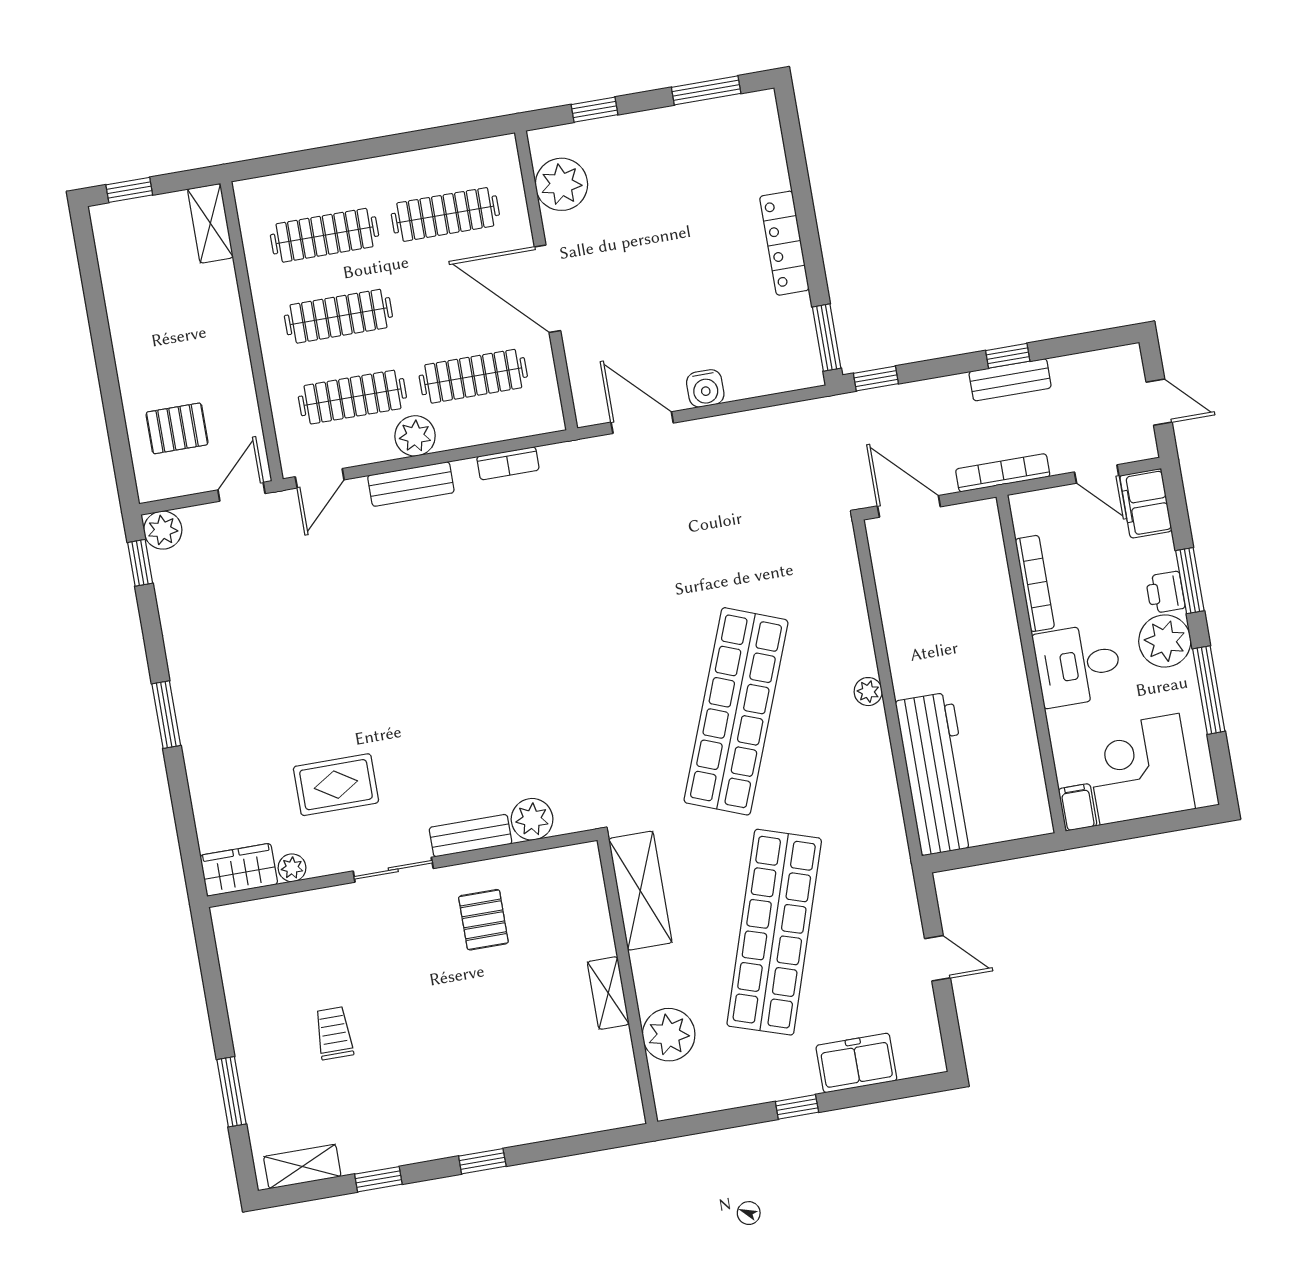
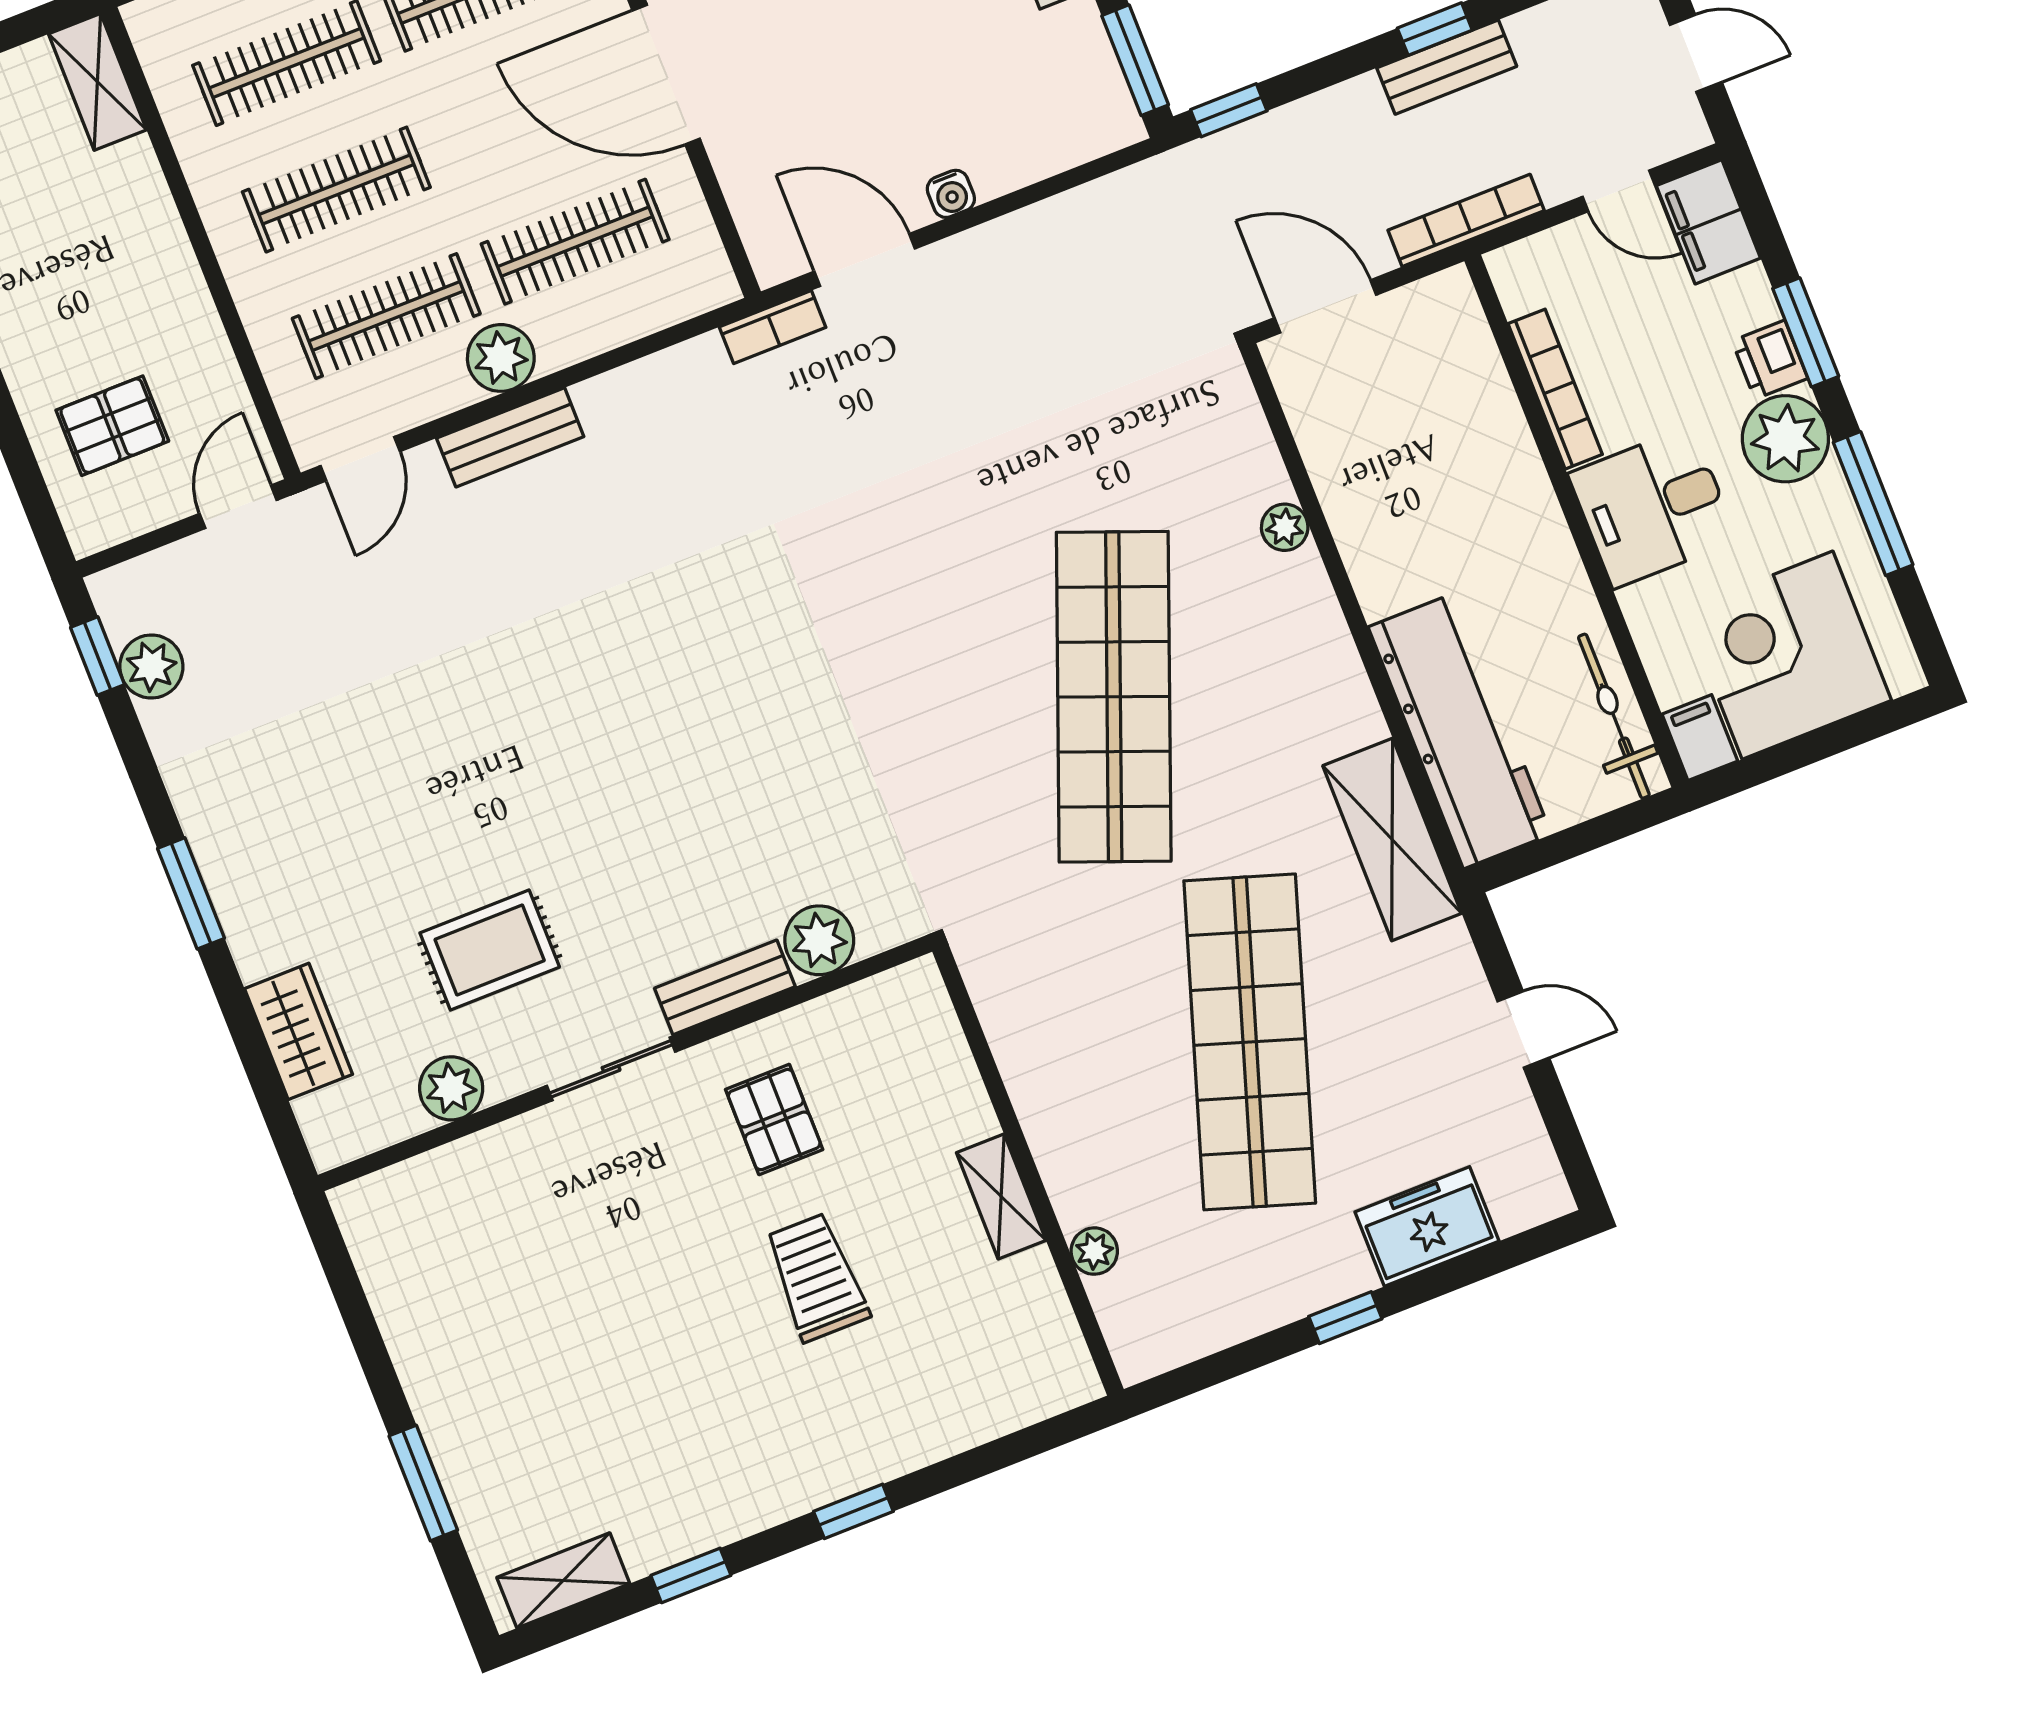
water cooler: (705, 388) -> (951, 194), width x0.72, depth x0.72
bookcase: (508, 463) -> (773, 327), moved
plant: (163, 530) -> (151, 667), moved
plant: (868, 692) -> (1285, 527), moved
bicycle: (1029, 784) -> (1614, 716), added
plant: (292, 868) -> (451, 1088), width x1.38, depth x1.38
wardrobe: (239, 870) -> (298, 1031), moved, turned 90
shelving: (640, 891) -> (1392, 840), moved
trolley: (334, 1033) -> (817, 1277), moved, width x1.36, depth x1.39
plant: (669, 1035) -> (1094, 1251), width x0.53, depth x0.53

